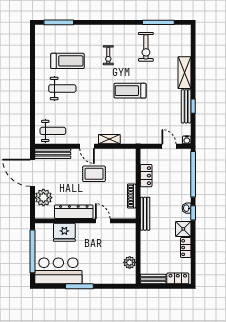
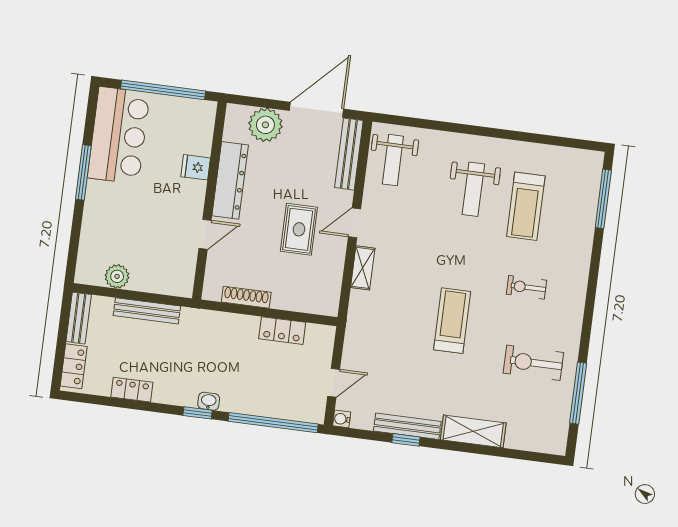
bench: (145, 214) -> (147, 311), moved
shower: (183, 229) -> (169, 390), removed
fridge: (64, 232) -> (196, 167), width x0.53, depth x0.75

